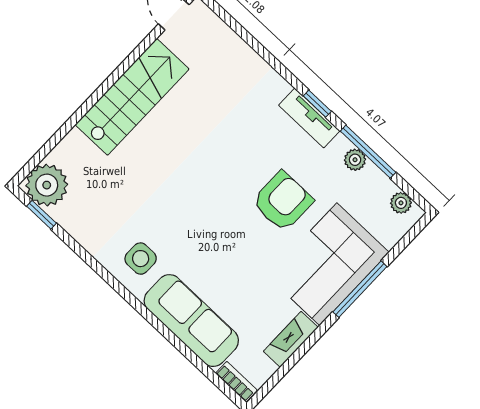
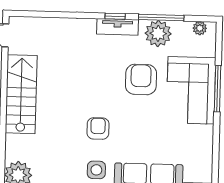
plant: (355, 160) -> (158, 33), width x1.88, depth x1.88
armchair: (184, 213) -> (98, 128), added
fireplace: (291, 339) -> (206, 144), removed

